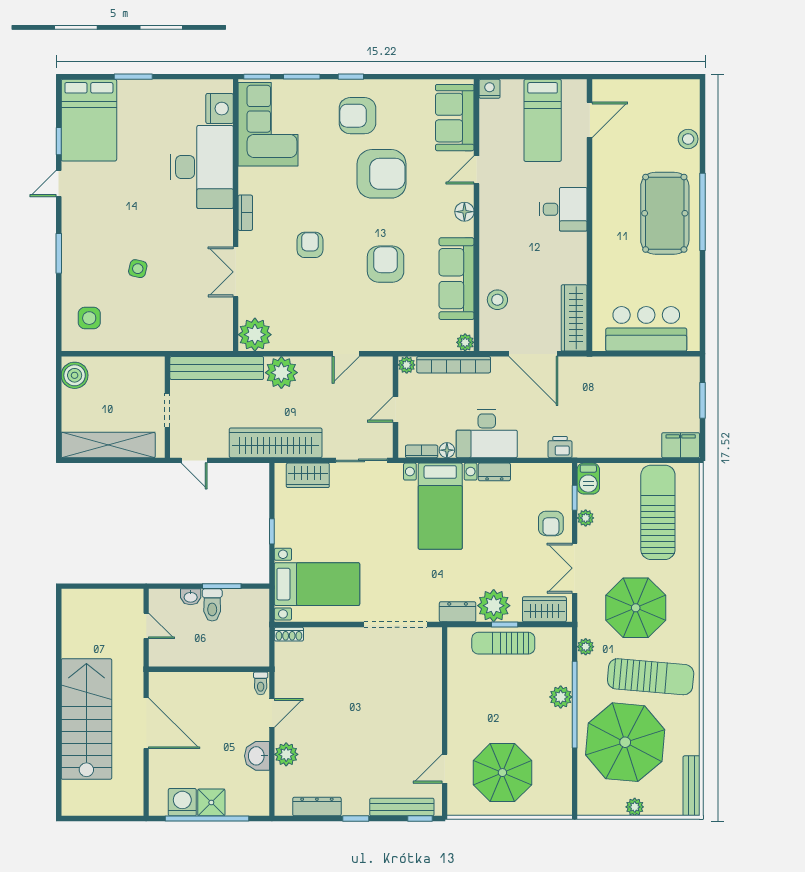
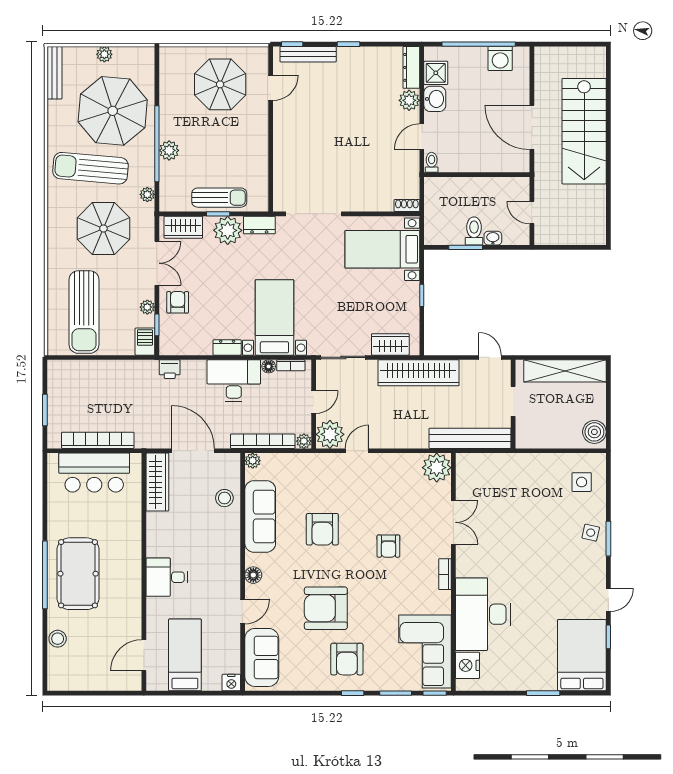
armchair: (357, 116) -> (347, 659), turned 90
side table: (138, 269) -> (591, 533), moved
bookcase: (642, 366) -> (98, 440), added
plant: (281, 373) -> (330, 434), moved
filing cabinet: (681, 445) -> (64, 371), removed
shower: (211, 802) -> (436, 73), moved
dresser: (317, 807) -> (411, 67), moved, turned 90

